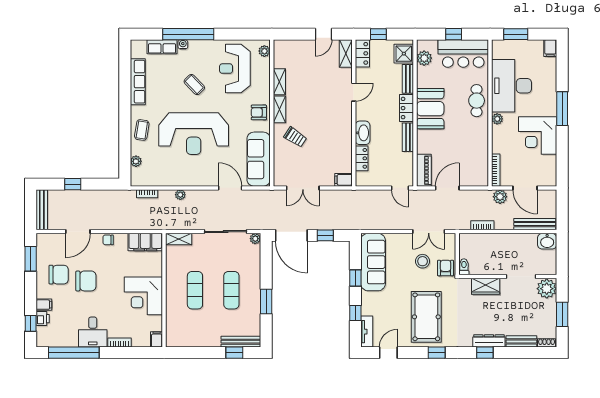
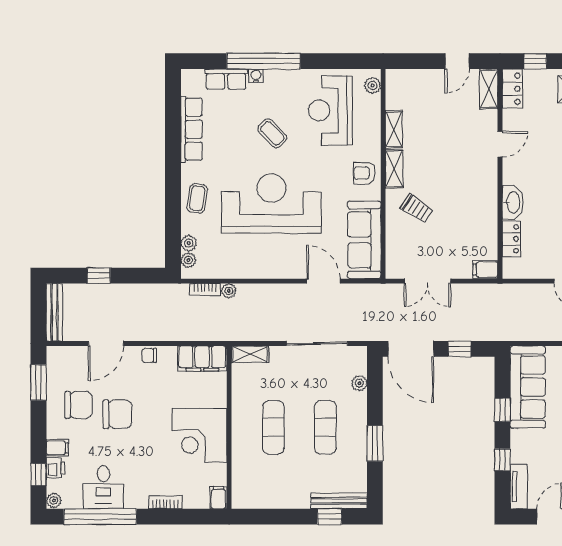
reception desk: (194, 134) -> (271, 203), turned 180
plant: (136, 173) -> (188, 260), added
plant: (180, 195) -> (229, 291), moved
plant: (255, 239) -> (359, 383), moved
desk: (93, 332) -> (103, 487), moved
plant: (41, 341) -> (54, 500), added

